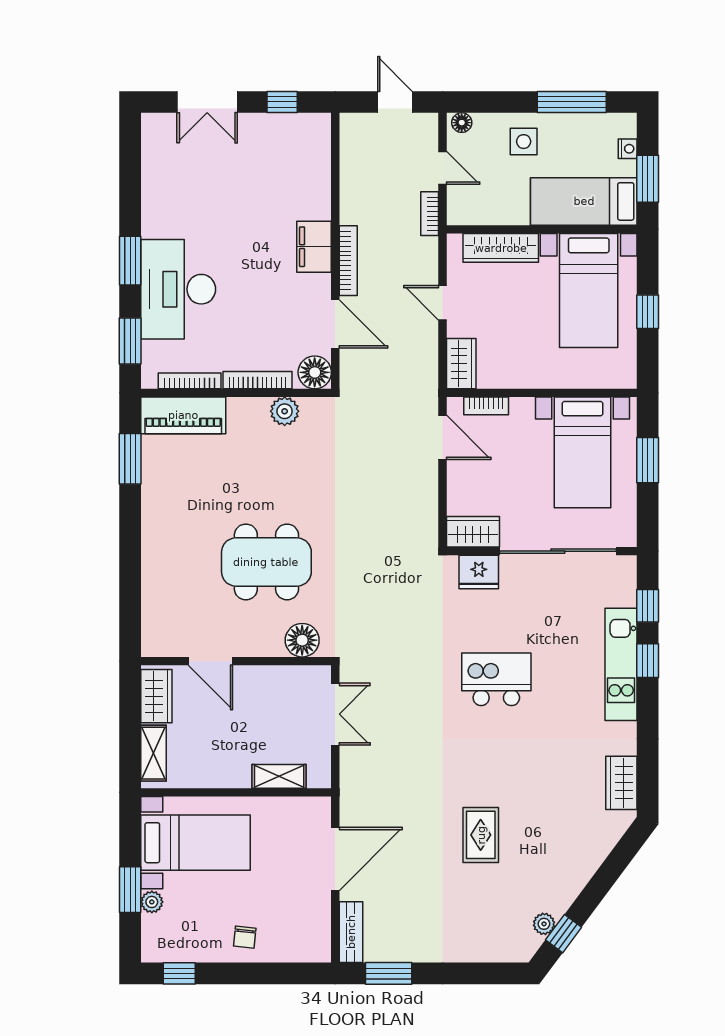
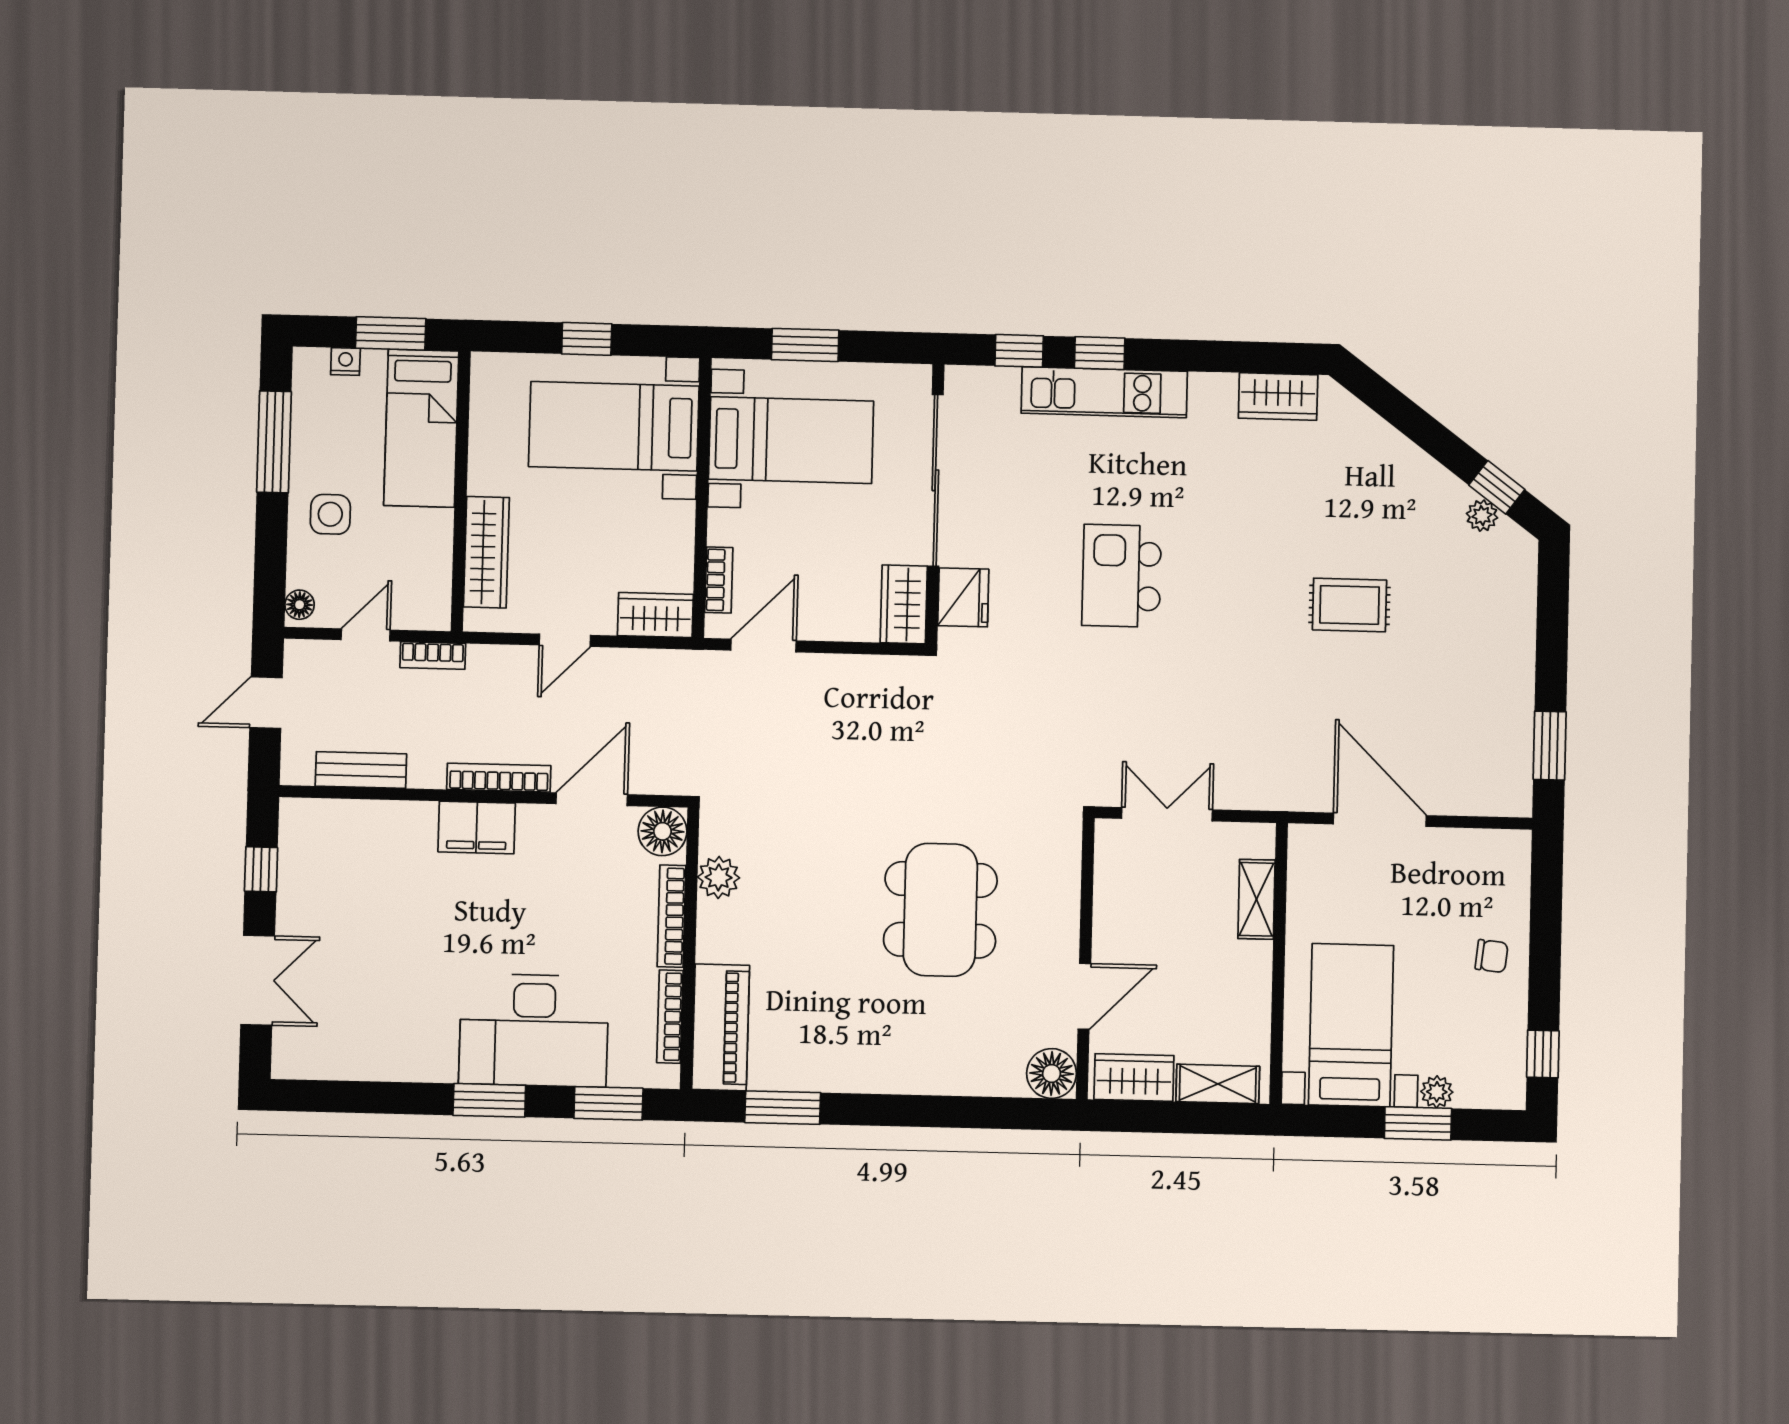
bed with nightstands: (589, 290) -> (614, 426), moved, turned 180
floor lamp: (302, 640) -> (1052, 1073), moved
bench: (351, 932) -> (361, 770), moved

